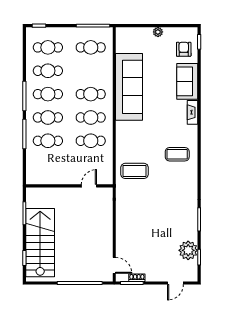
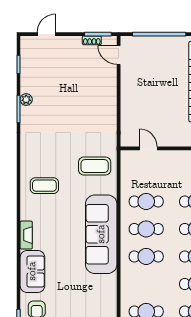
sofa: (129, 87) -> (101, 234), moved
door: (89, 186) -> (148, 148), swing flipped
plant: (188, 250) -> (26, 99), moved, width x0.53, depth x0.53

